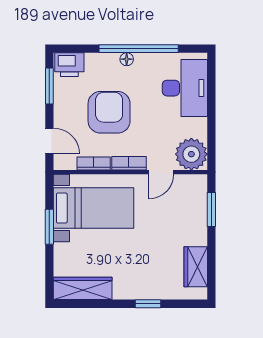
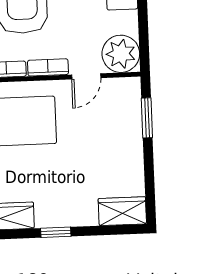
wardrobe: (196, 267) -> (122, 211), moved, turned 90
window: (148, 304) -> (56, 232), moved

